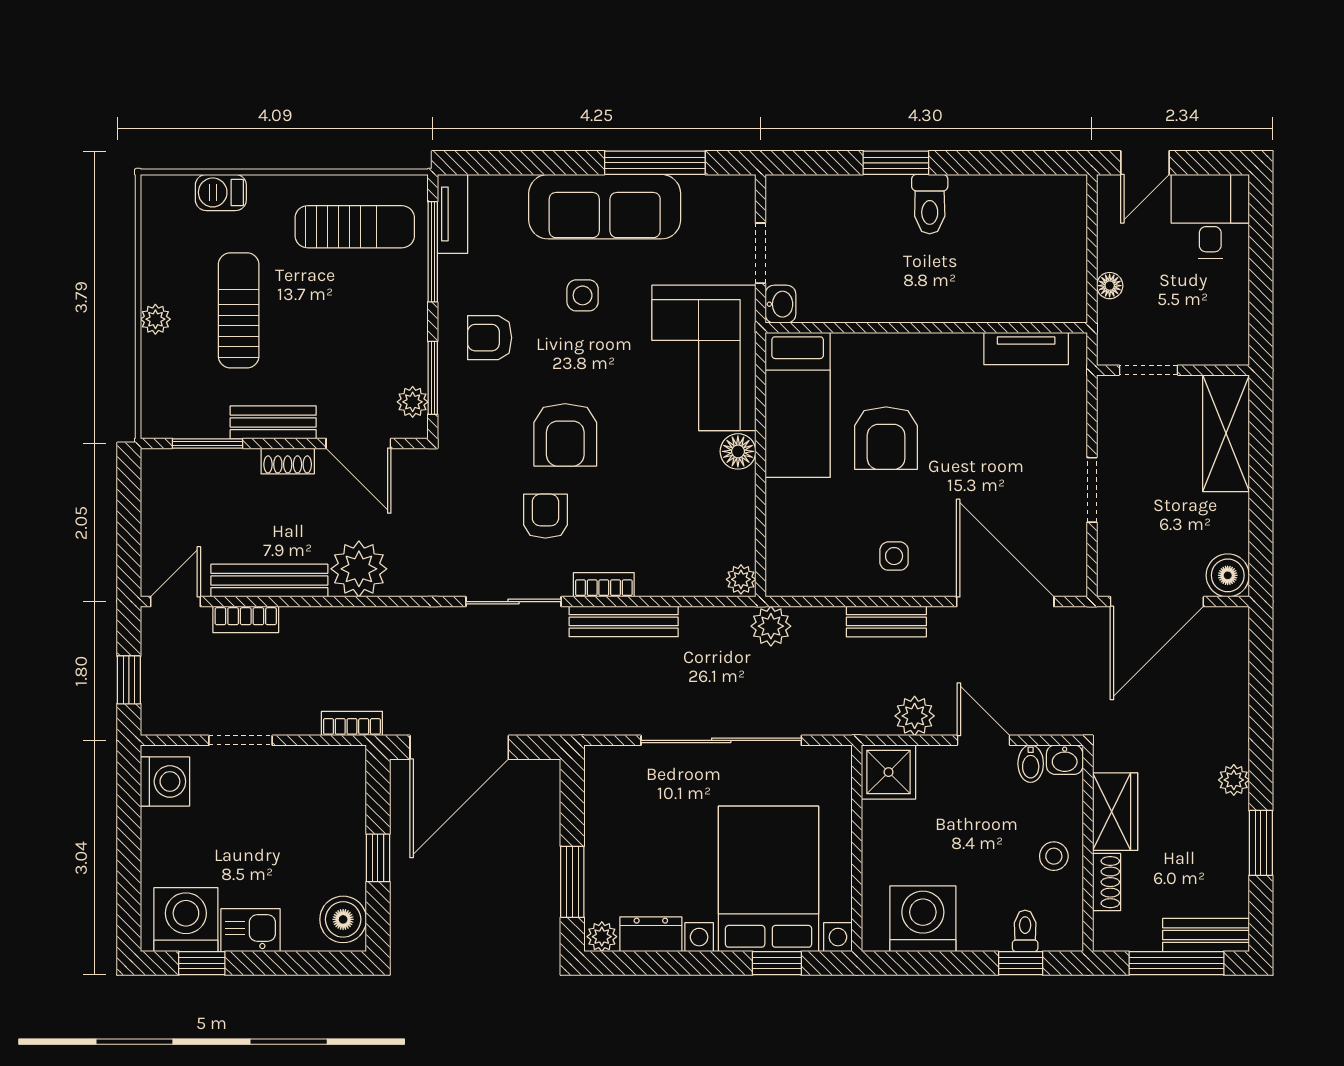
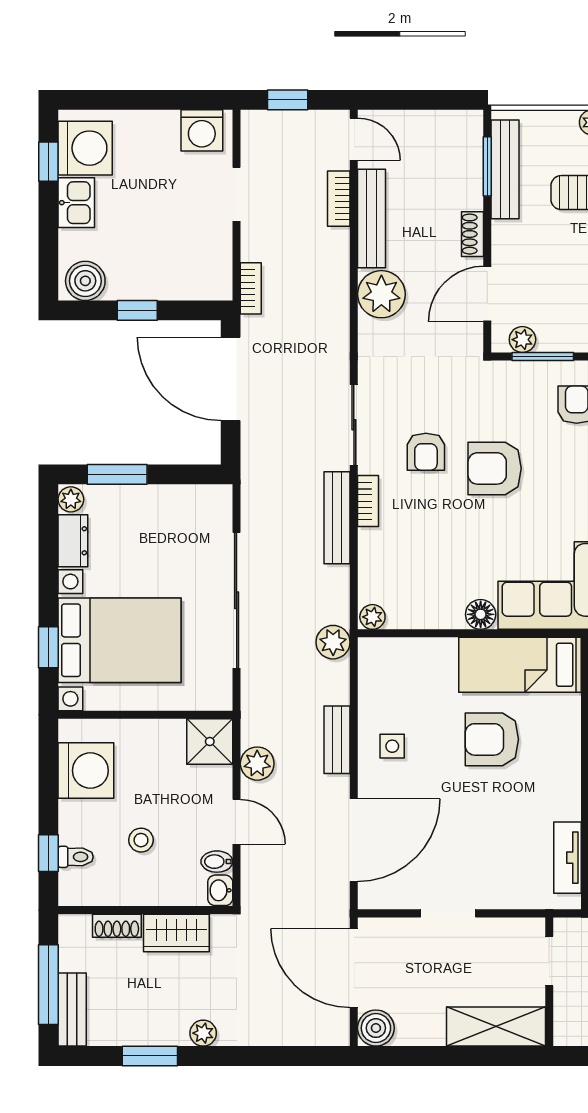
bench: (273, 422) -> (505, 169), moved, width x1.36
armchair: (545, 516) -> (426, 452), turned 90
door: (984, 740) -> (237, 822), hinge flipped
stool: (1054, 856) -> (141, 840), moved

